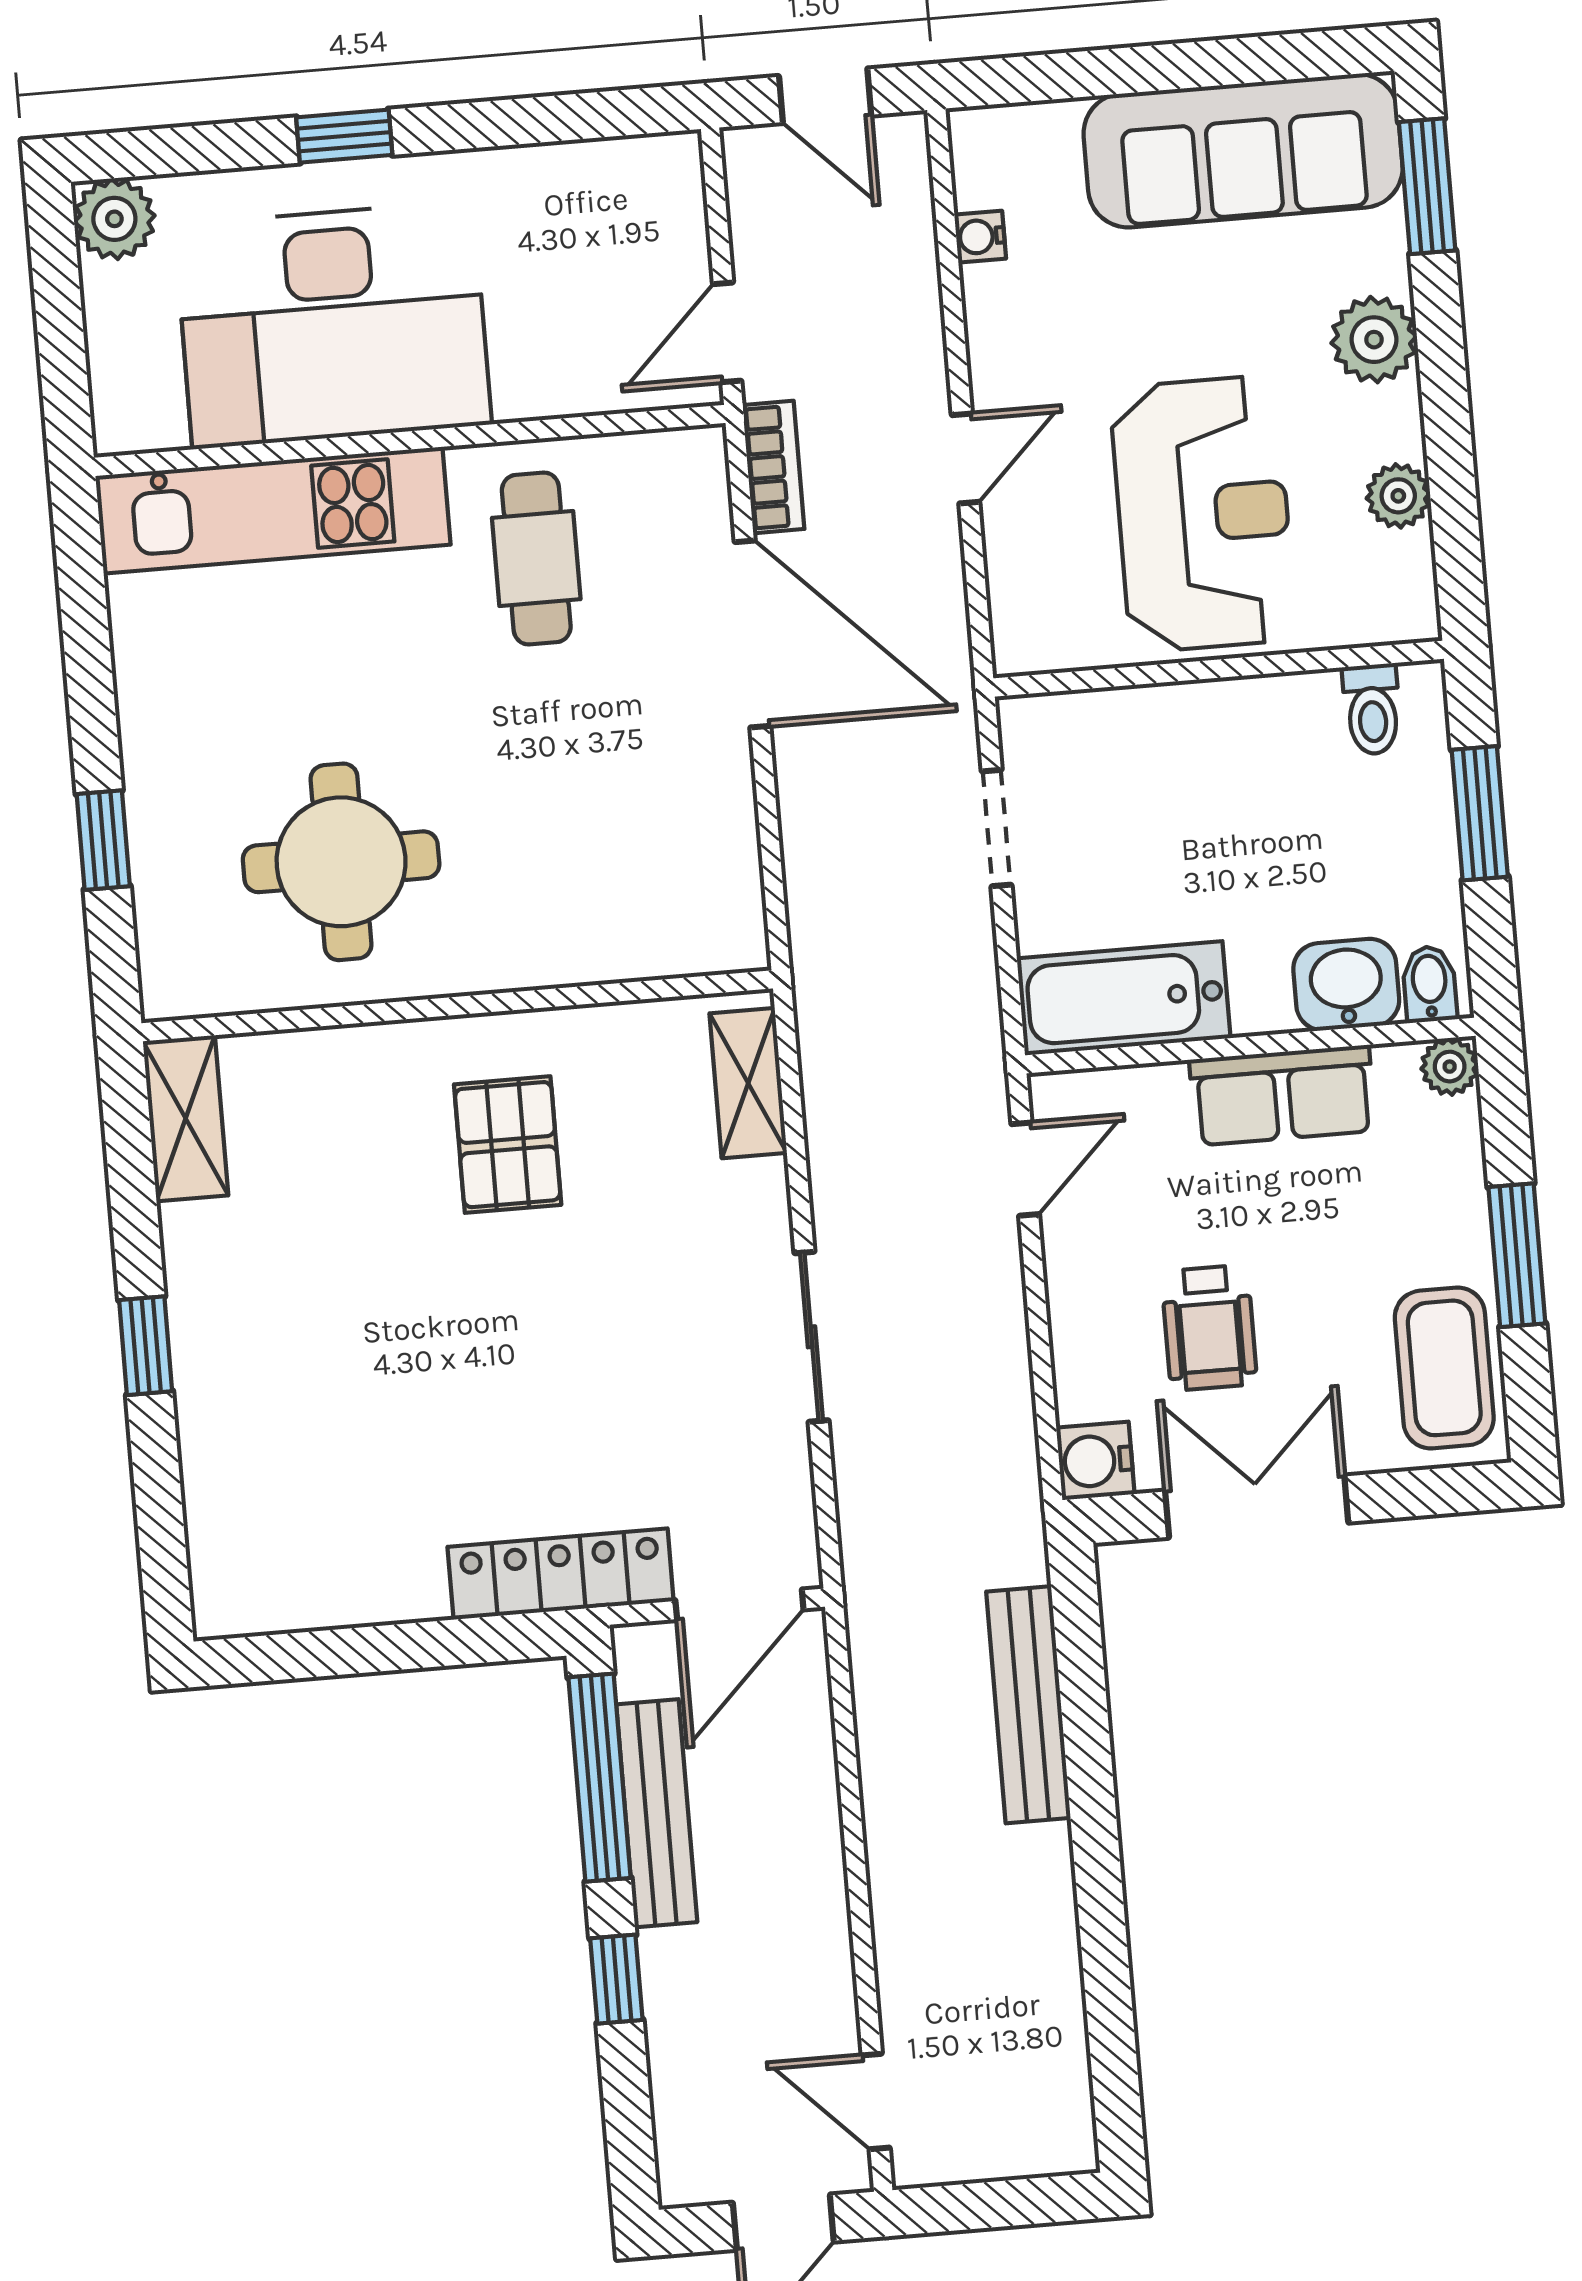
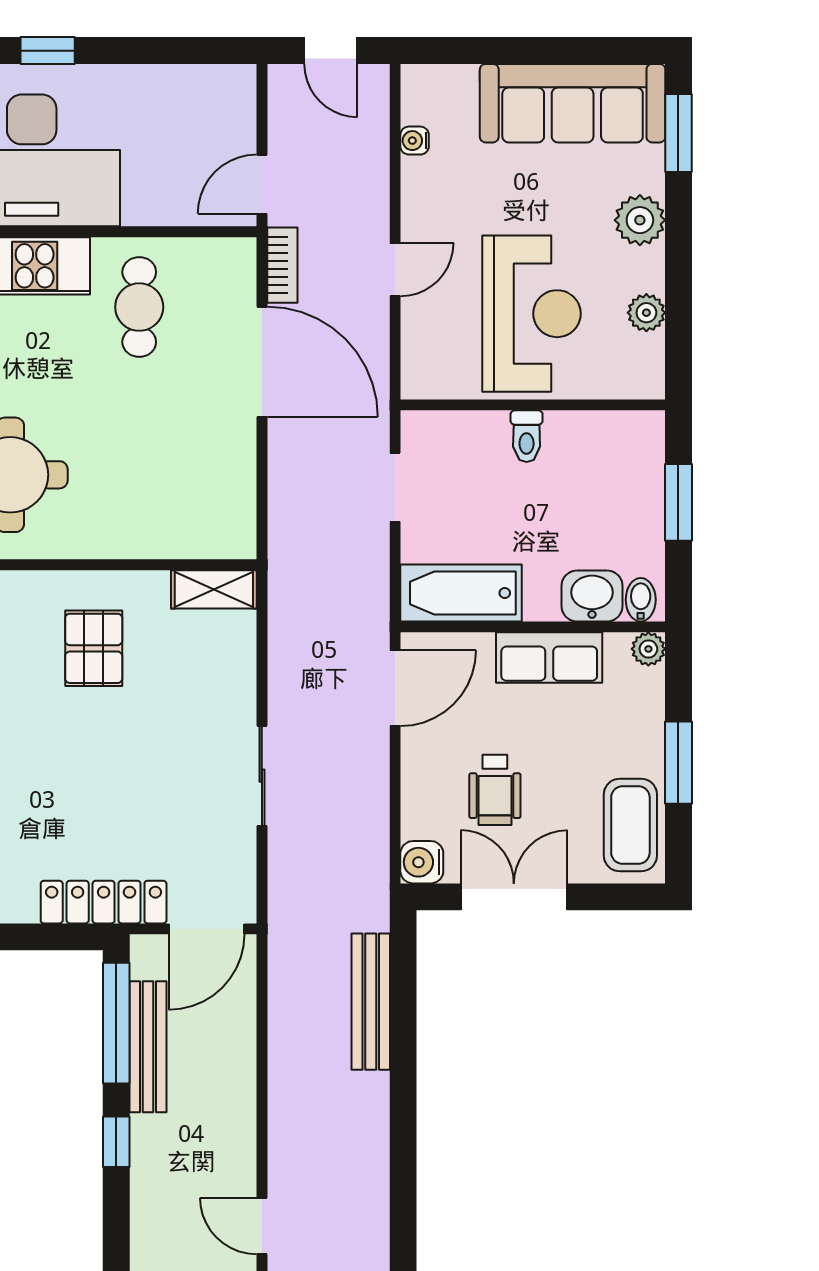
toilet: (1372, 709) -> (527, 436), moved
shelving: (748, 1083) -> (214, 589), moved, turned 90
door: (1025, 1169) -> (395, 688), width x1.38

